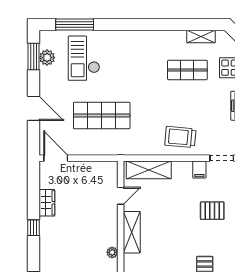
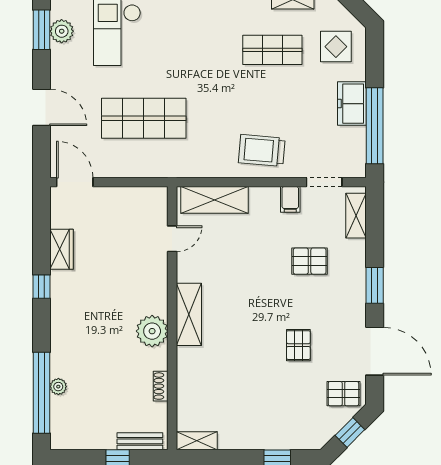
shelving: (132, 232) -> (189, 314), moved
plant: (112, 252) -> (152, 331), width x1.88, depth x1.88

